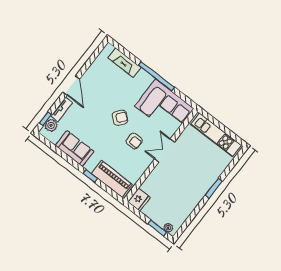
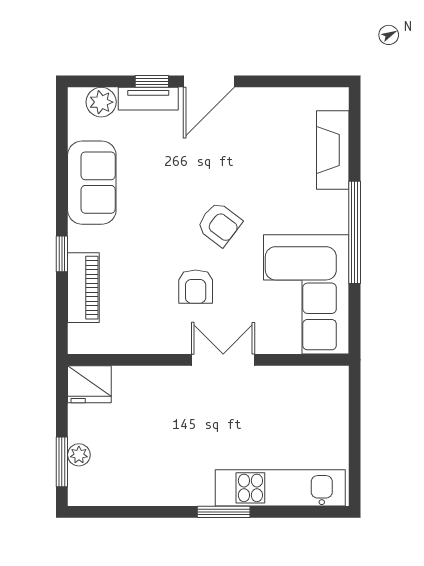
window: (45, 119) -> (152, 81), moved
kitchen unit: (216, 135) -> (280, 488), moved, turned 90
piano: (112, 179) -> (83, 288), width x0.73, depth x0.75
plant: (168, 228) -> (79, 455), moved

